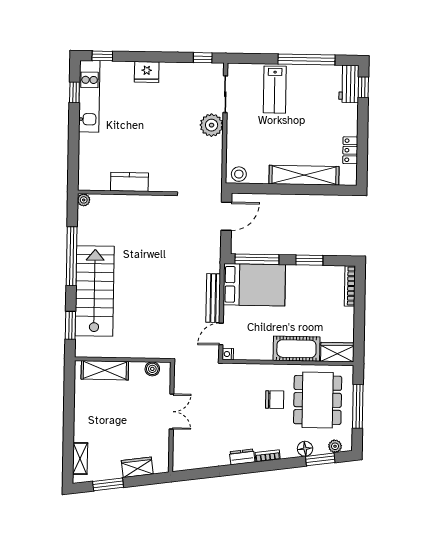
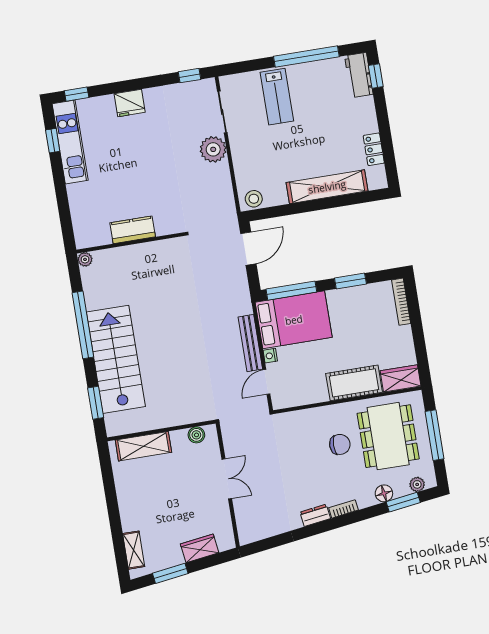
nightstand: (228, 354) -> (270, 356), moved

